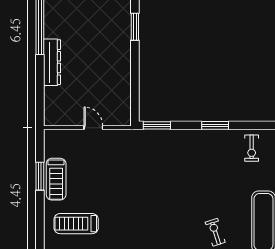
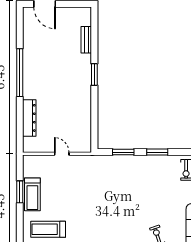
dresser: (52, 62) -> (29, 118), moved
window: (157, 125) -> (123, 152), moved

